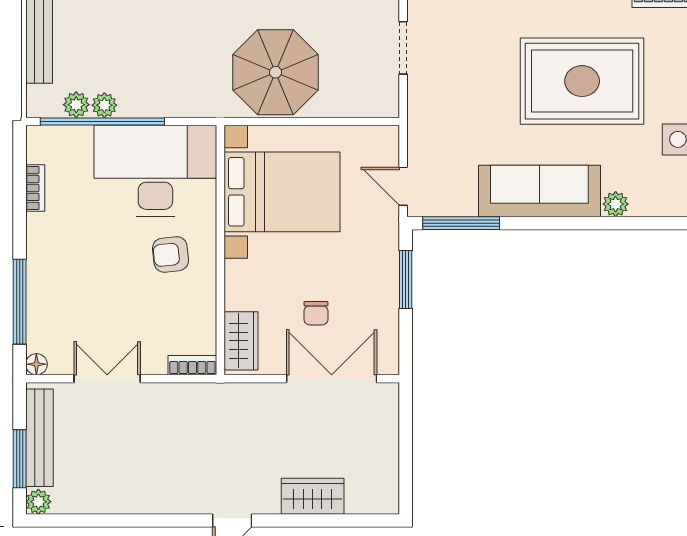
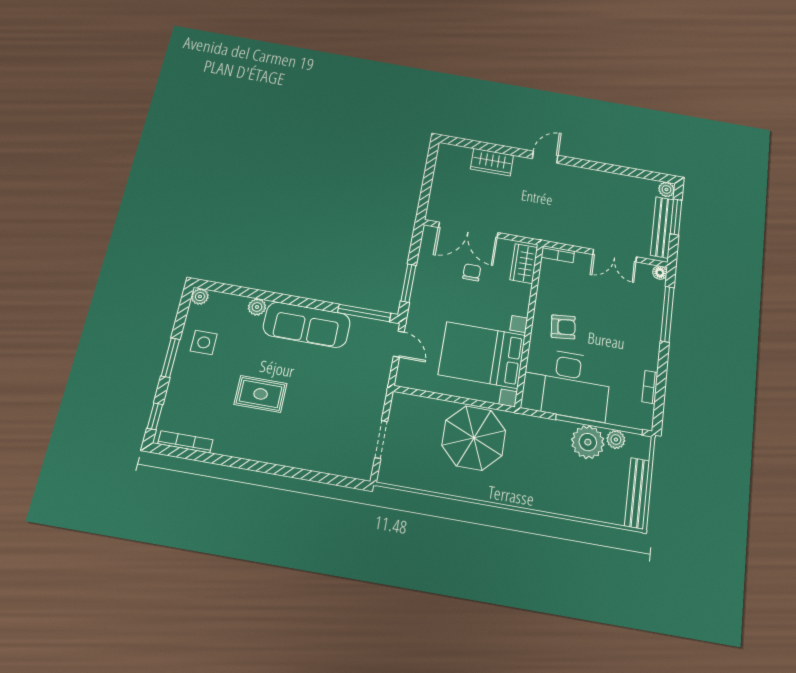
rug: (582, 81) -> (261, 394), width x0.54, depth x0.49
plant: (104, 105) -> (588, 442), width x1.87, depth x1.87

